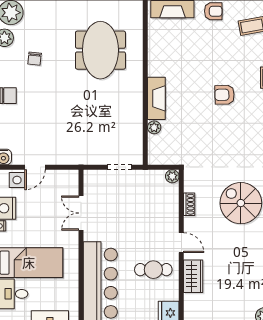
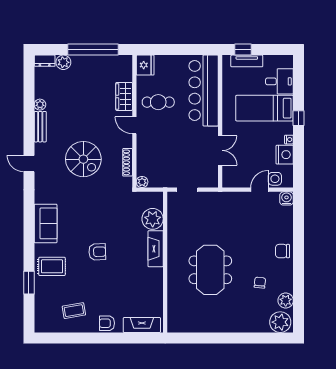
meeting table: (100, 50) -> (210, 270), moved
plant: (154, 127) -> (153, 219), width x1.87, depth x1.87
shoe rack: (189, 204) -> (128, 162), width x1.43

